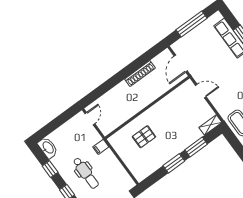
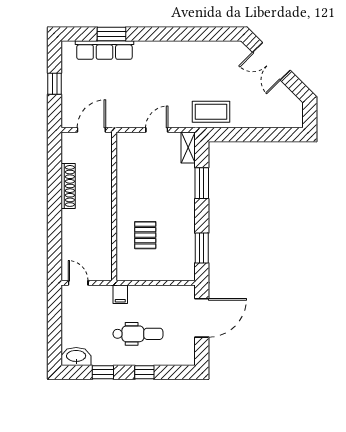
window: (192, 24) -> (55, 84), width x0.46
door: (181, 64) -> (91, 130), swing flipped
door: (201, 91) -> (157, 130), moved
window: (174, 163) -> (202, 248), moved

